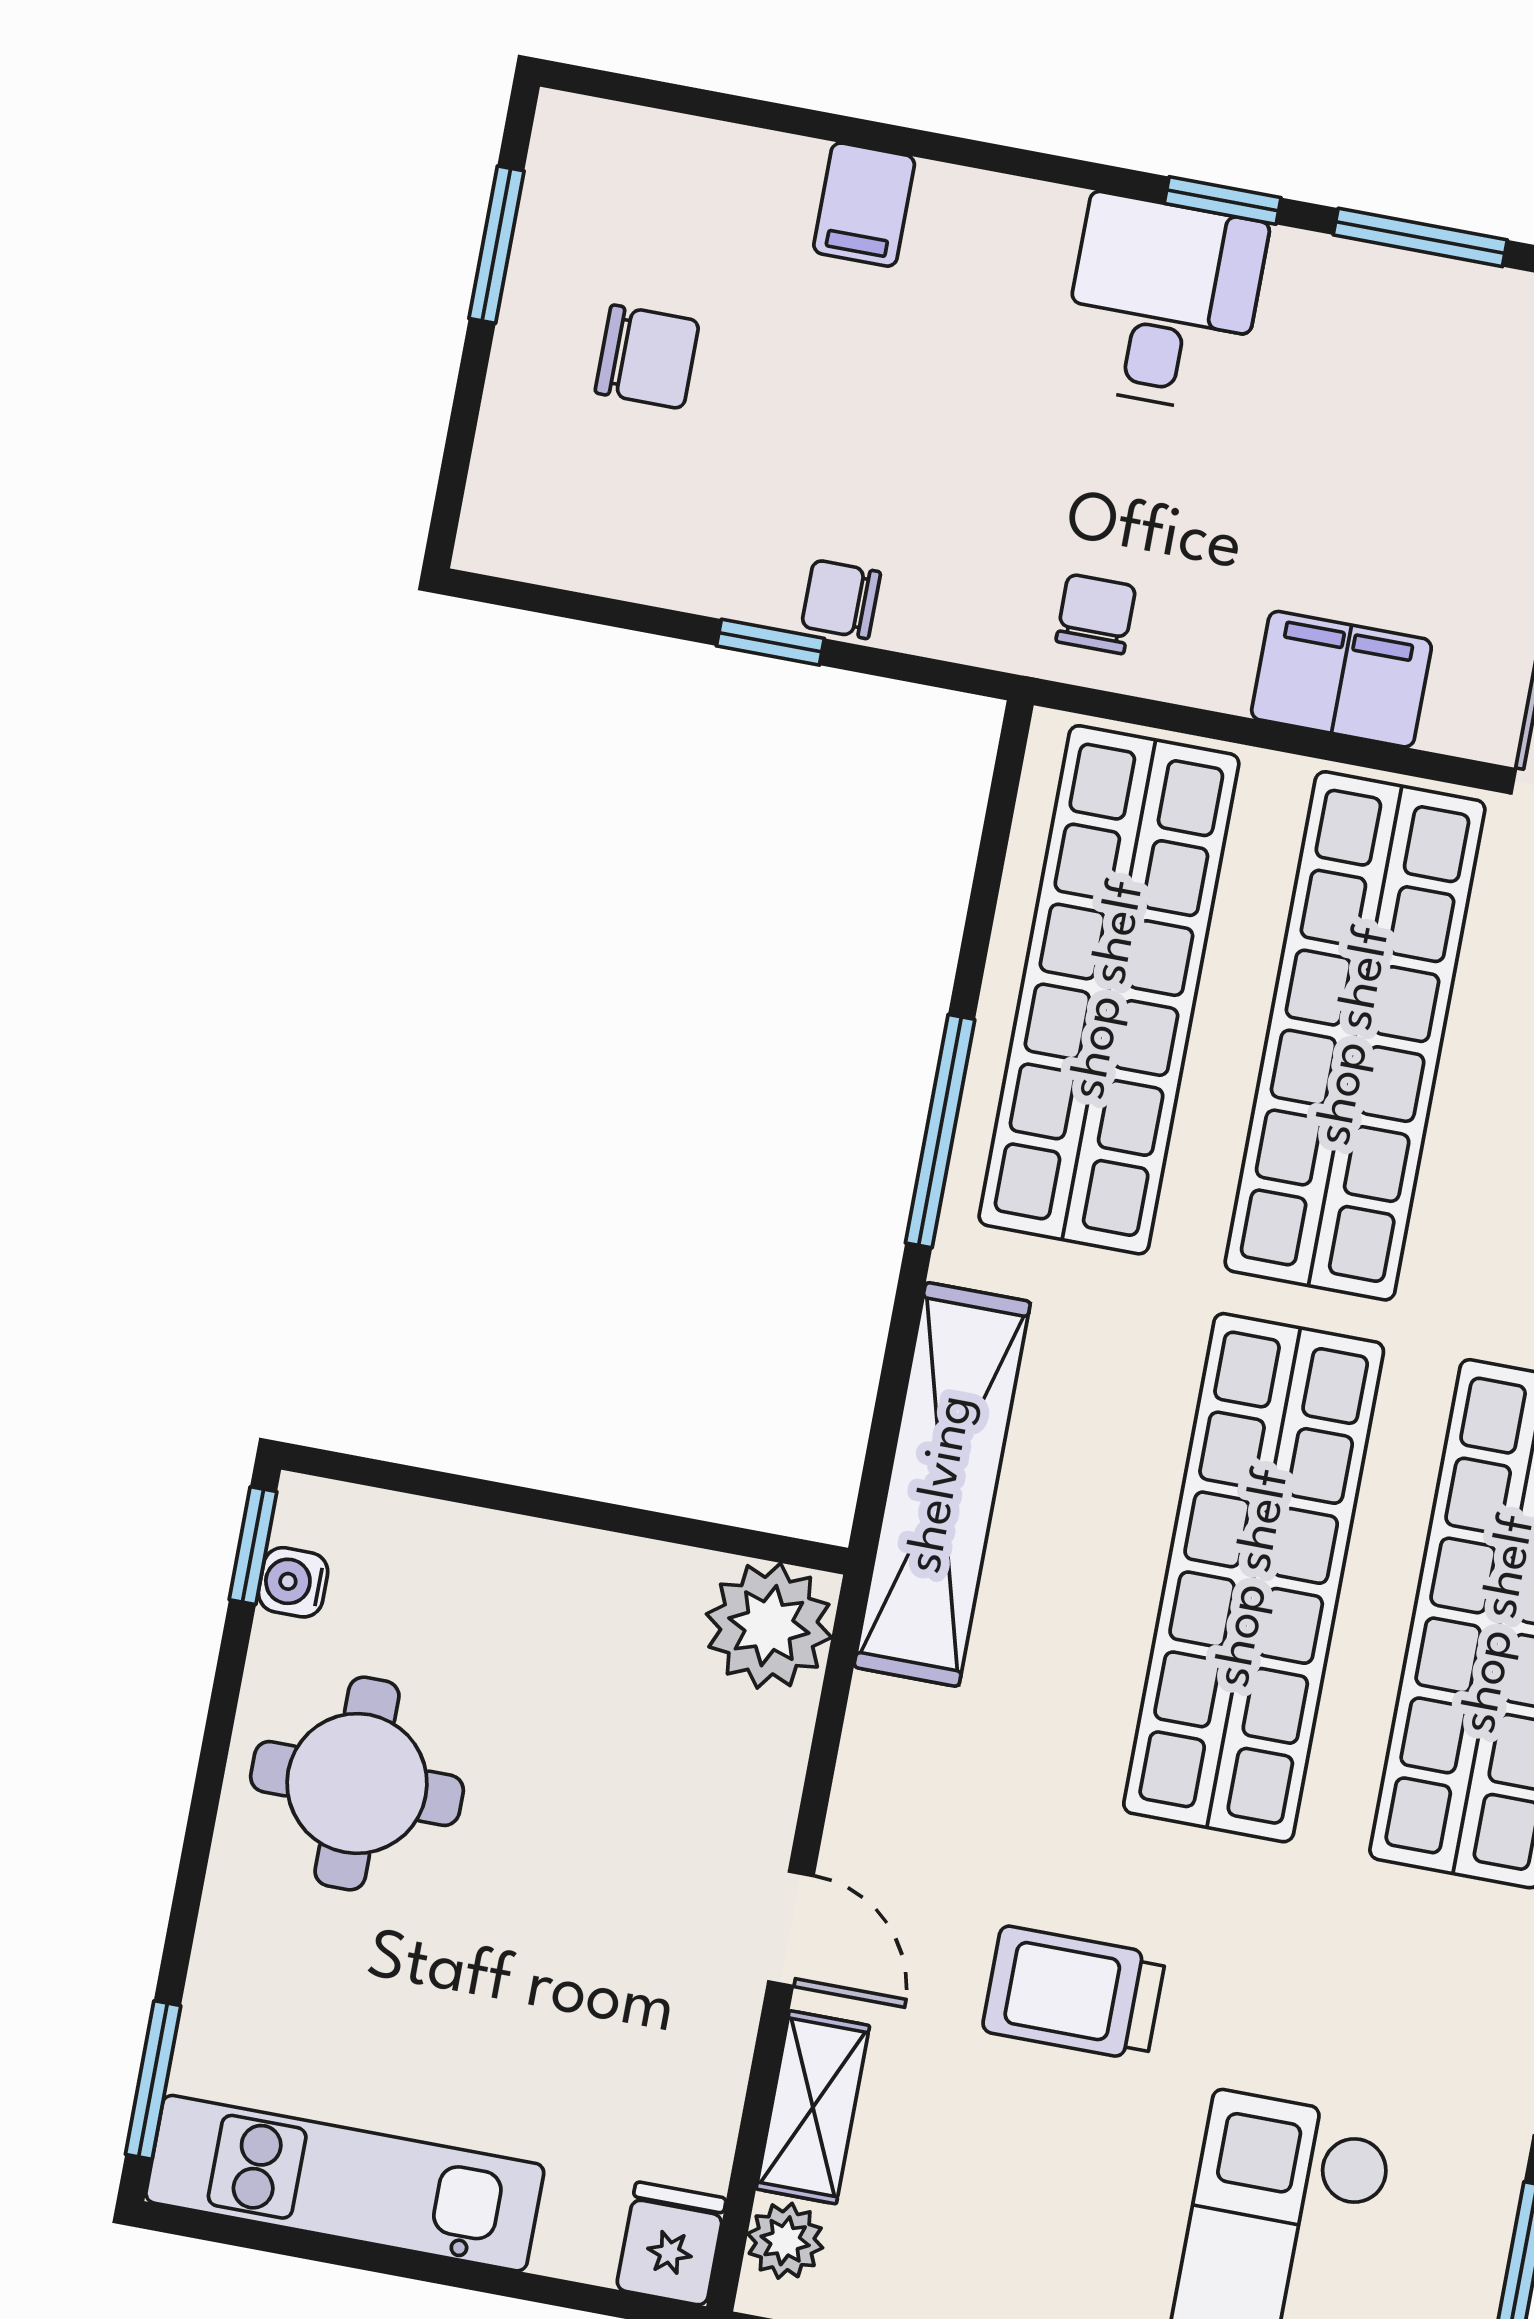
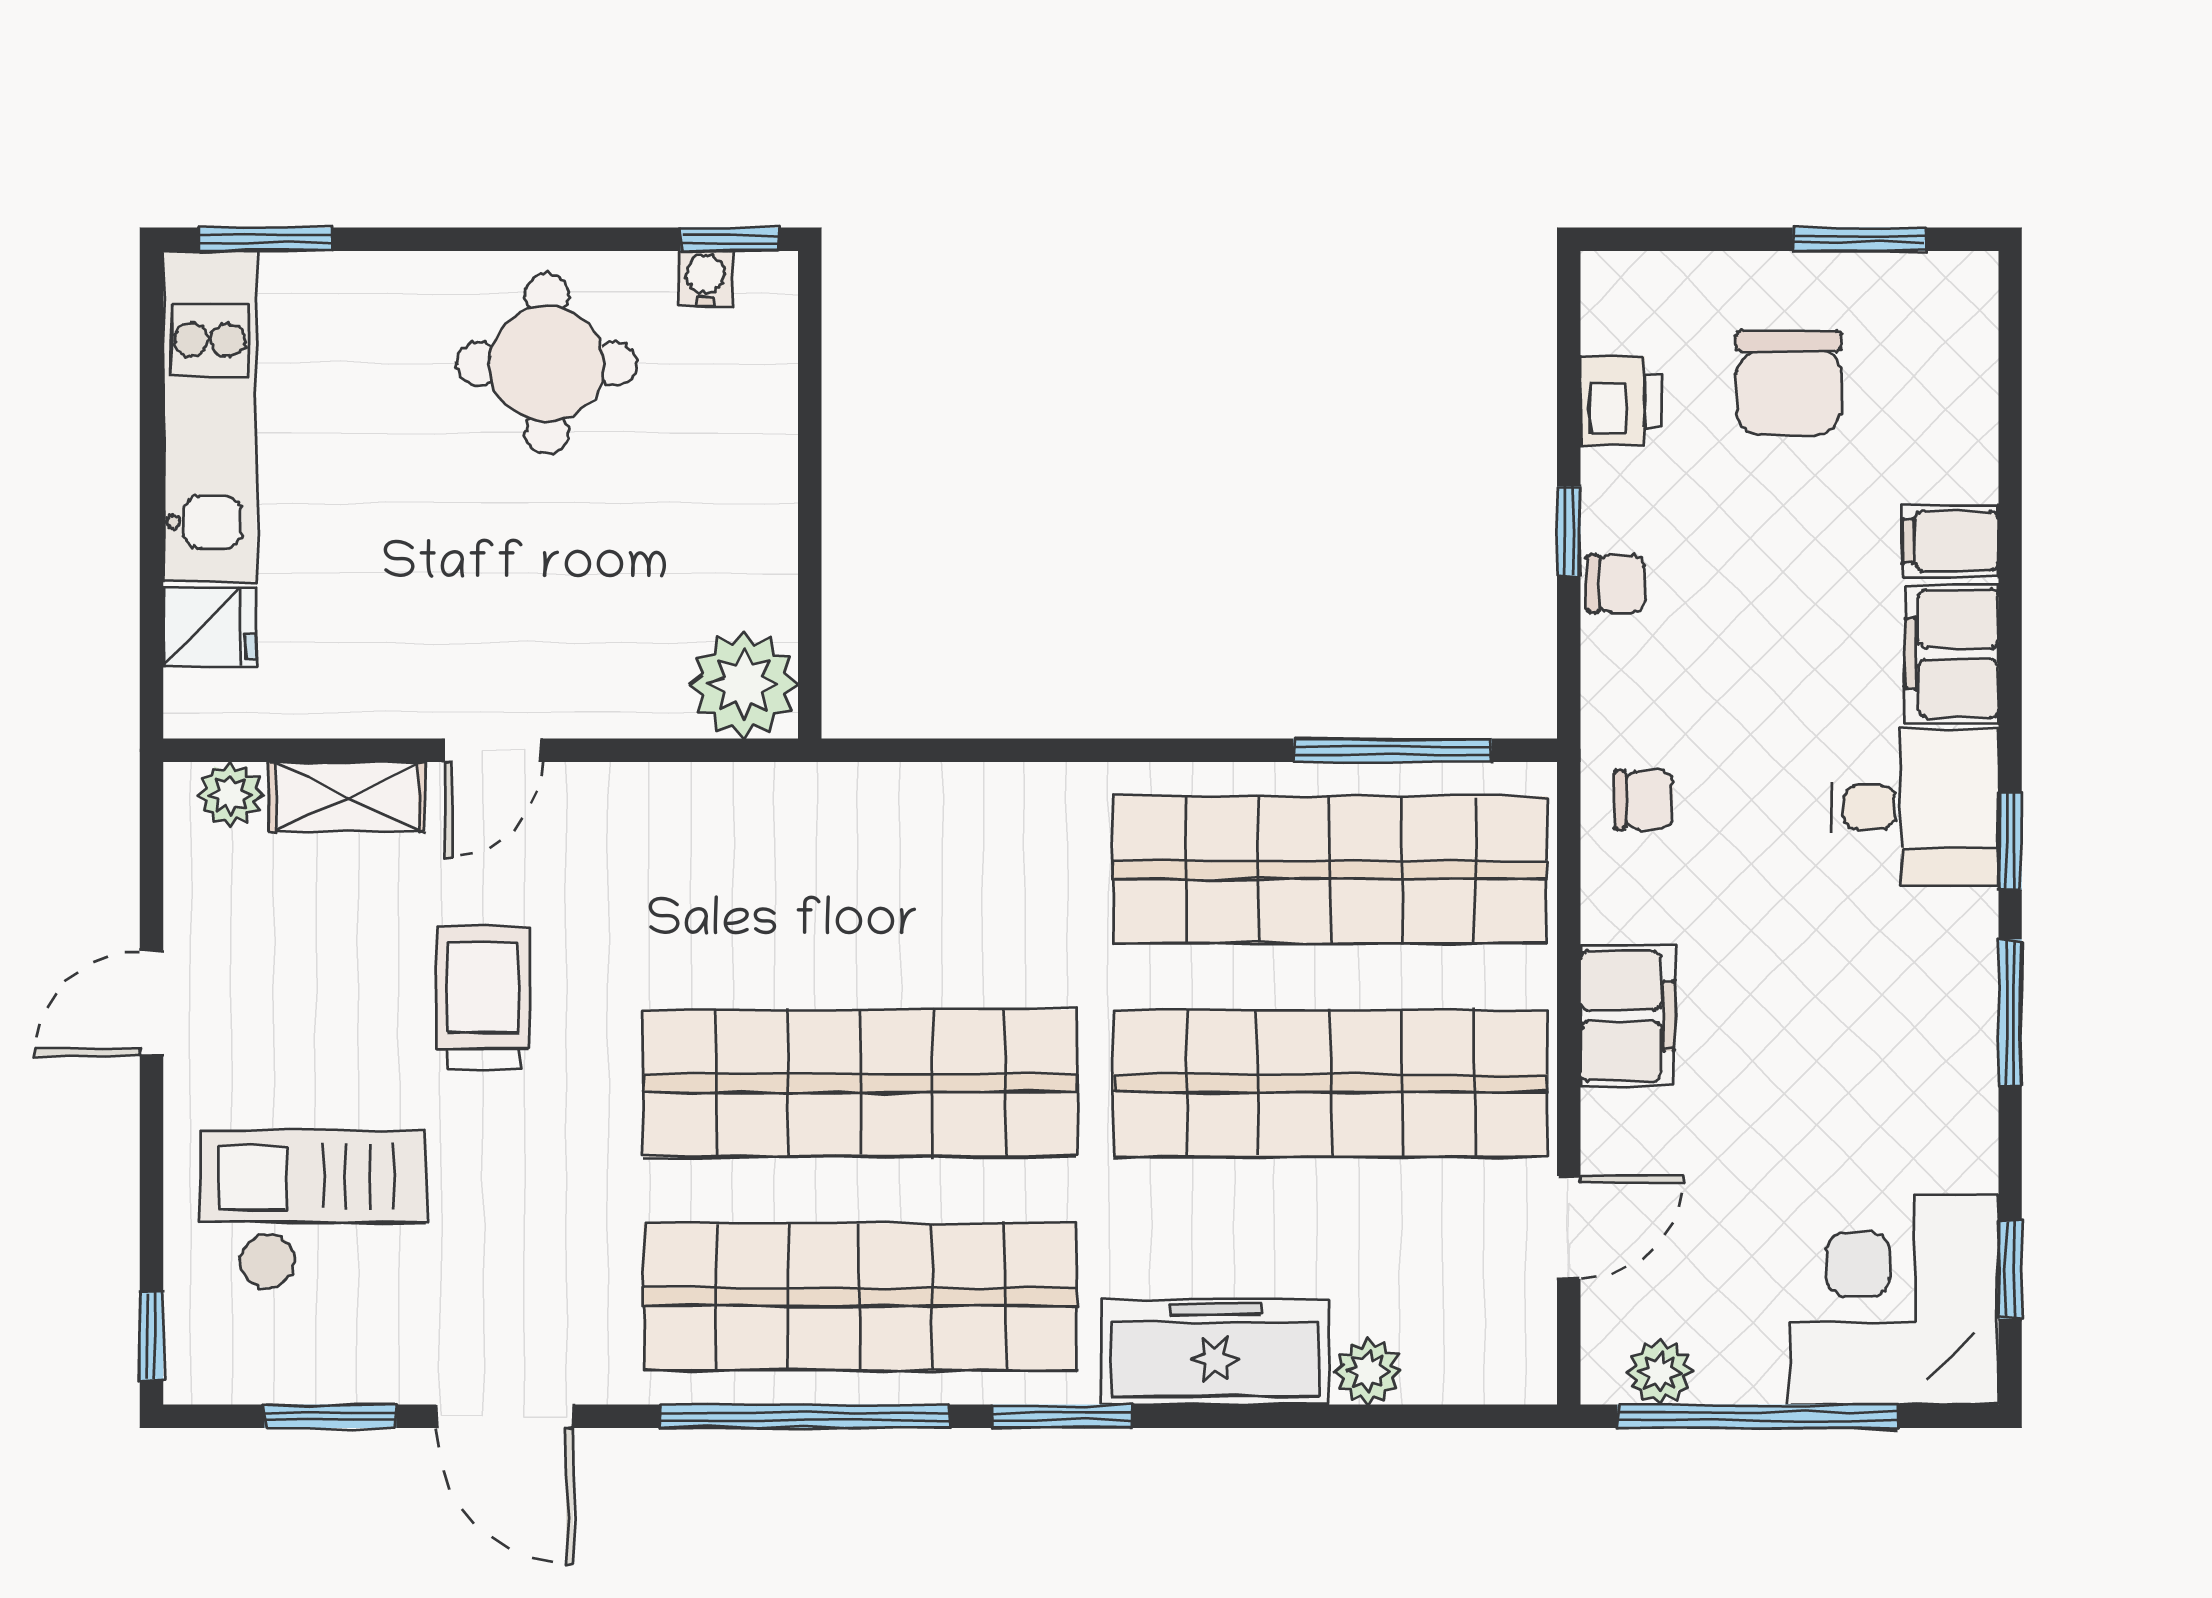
filing cabinet: (994, 227) -> (1952, 653), added
chair: (647, 357) -> (1789, 383), width x1.37, depth x1.37
printer: (631, 554) -> (1621, 400), added
chair: (841, 599) -> (1616, 584), turned 90
window: (940, 1131) -> (1392, 750), moved
shelving: (942, 1484) -> (889, 808), removed
fridge: (671, 2244) -> (210, 627), moved

